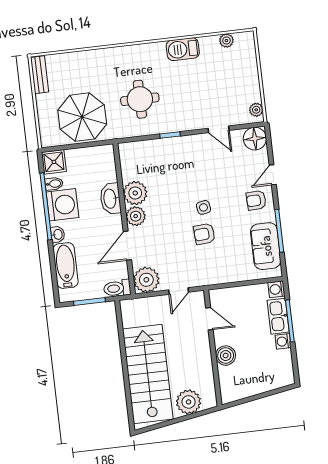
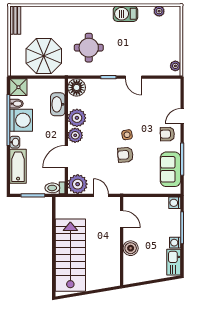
door: (219, 129) -> (133, 77), moved
floor lamp: (255, 139) -> (77, 87), moved
washbasin: (110, 199) -> (58, 104), moved
door: (179, 291) -> (101, 195), swing flipped
kitchen sink: (278, 316) -> (174, 262), moved
plant: (189, 402) -> (99, 280), removed

